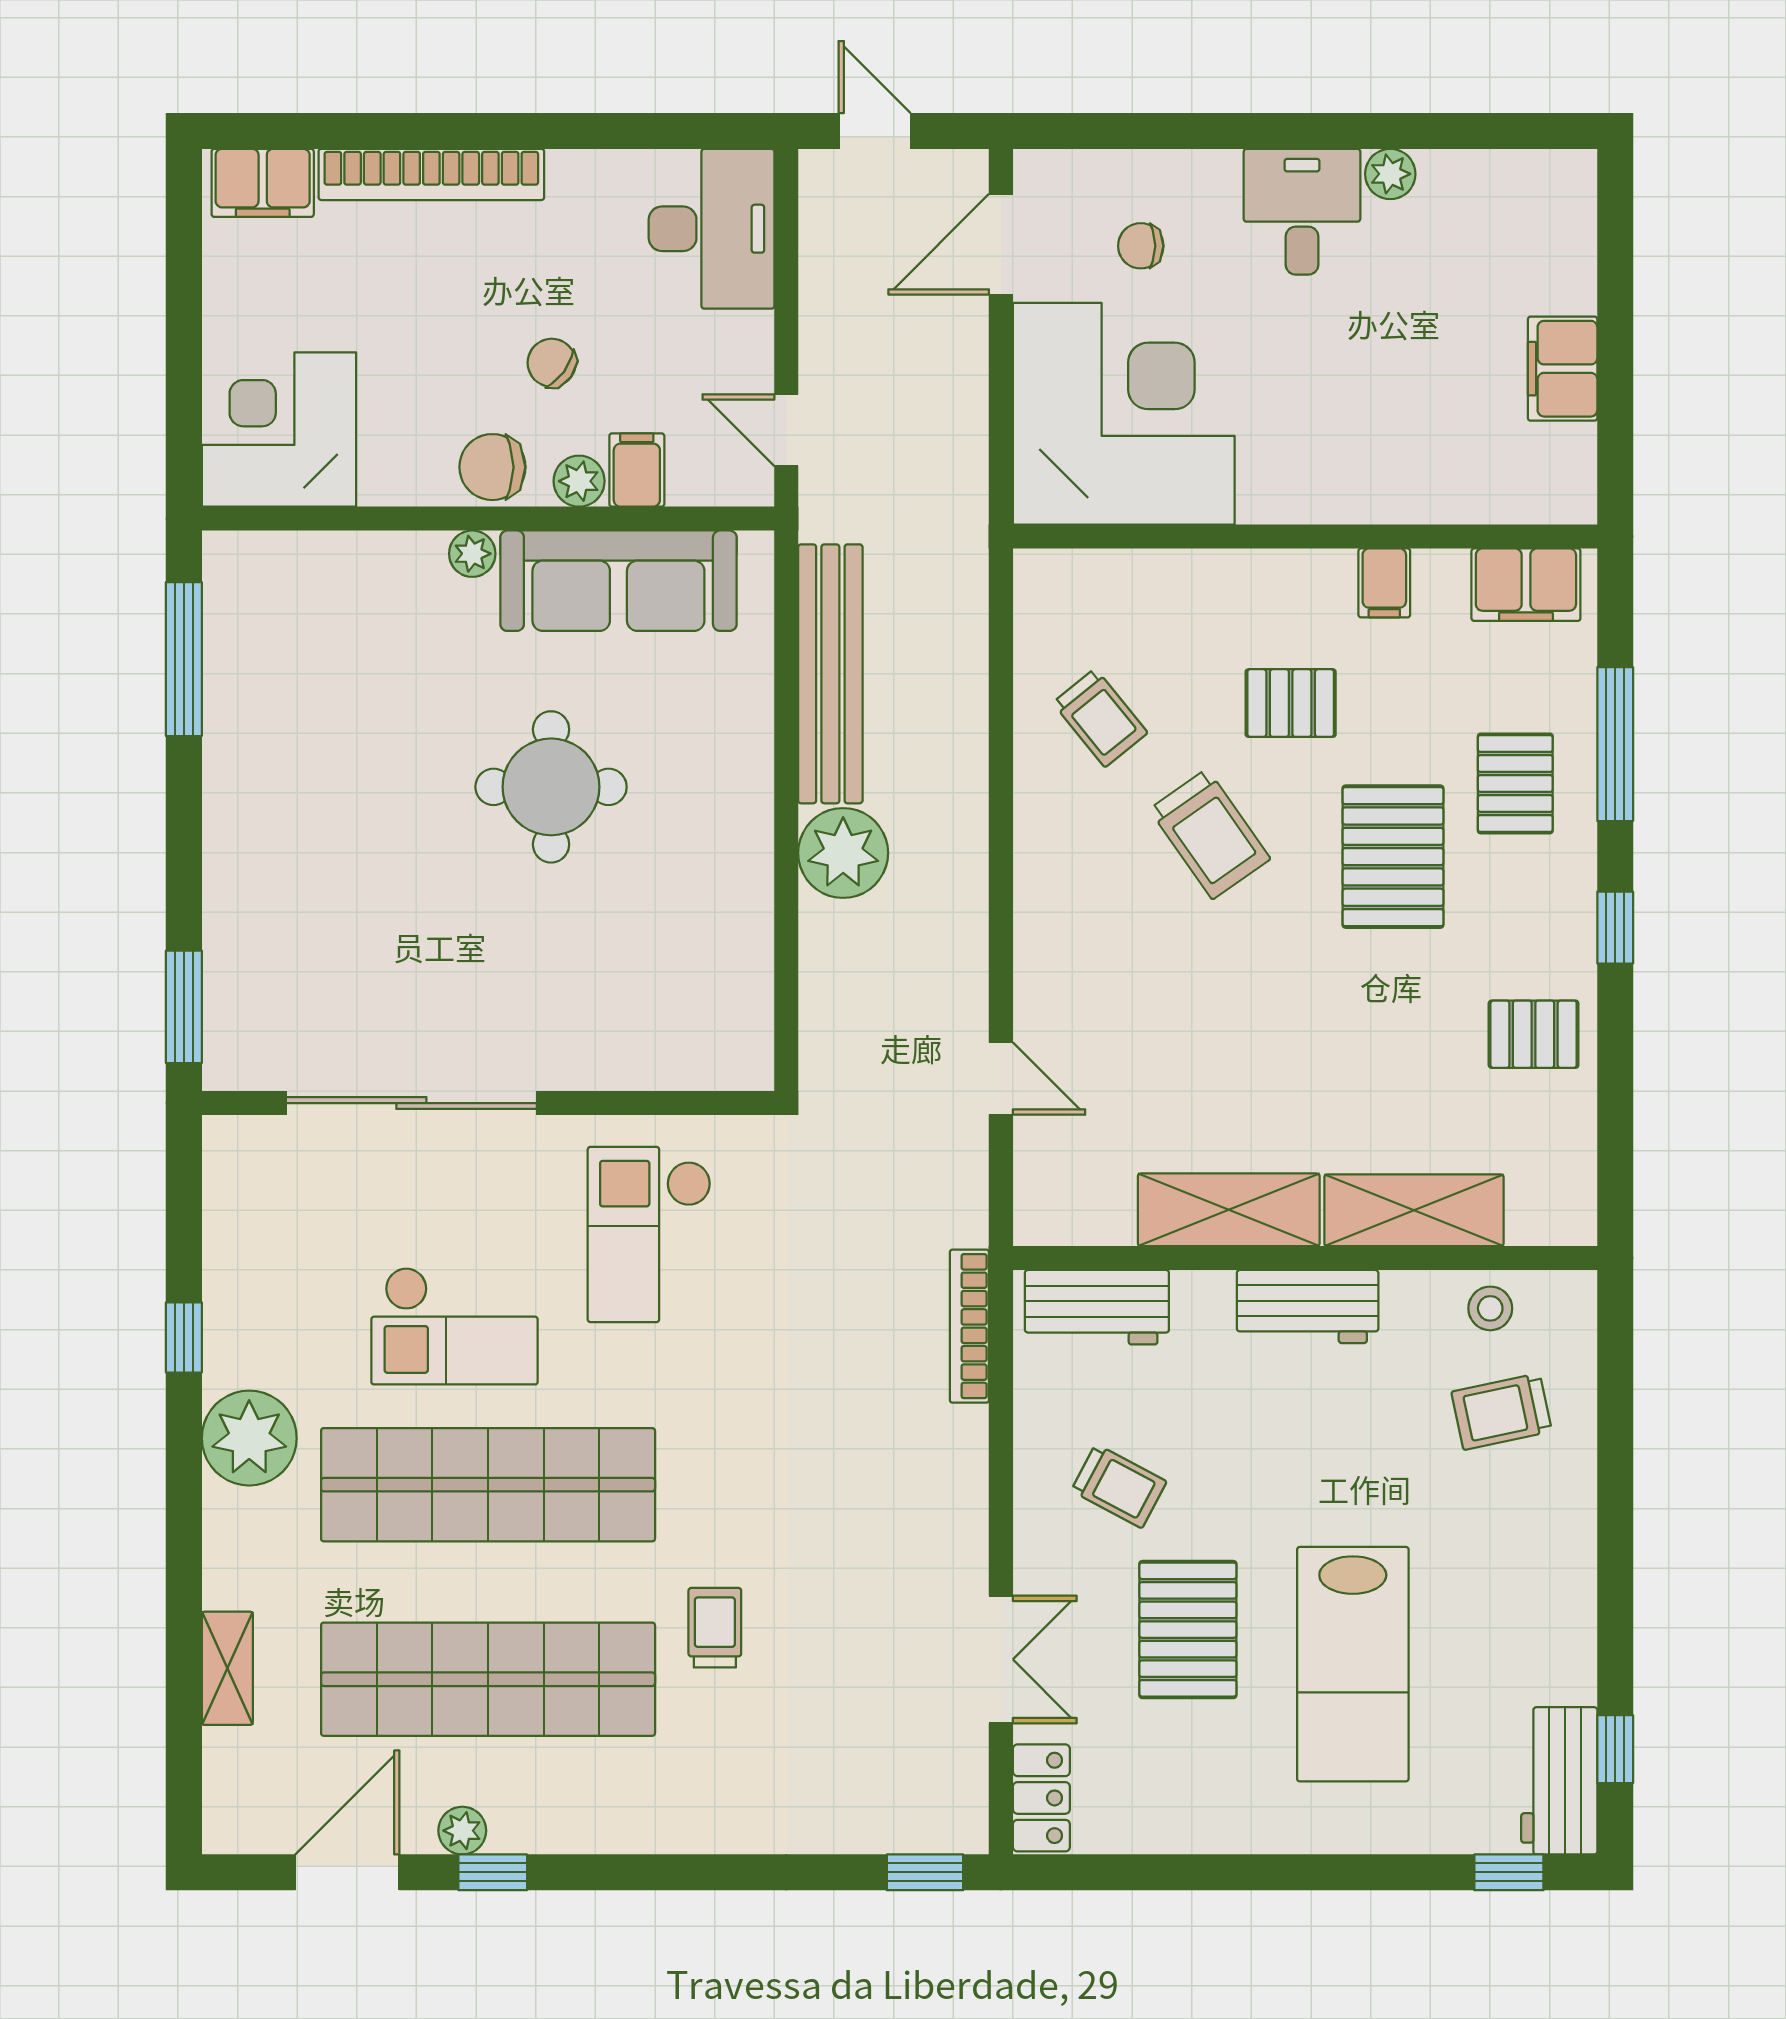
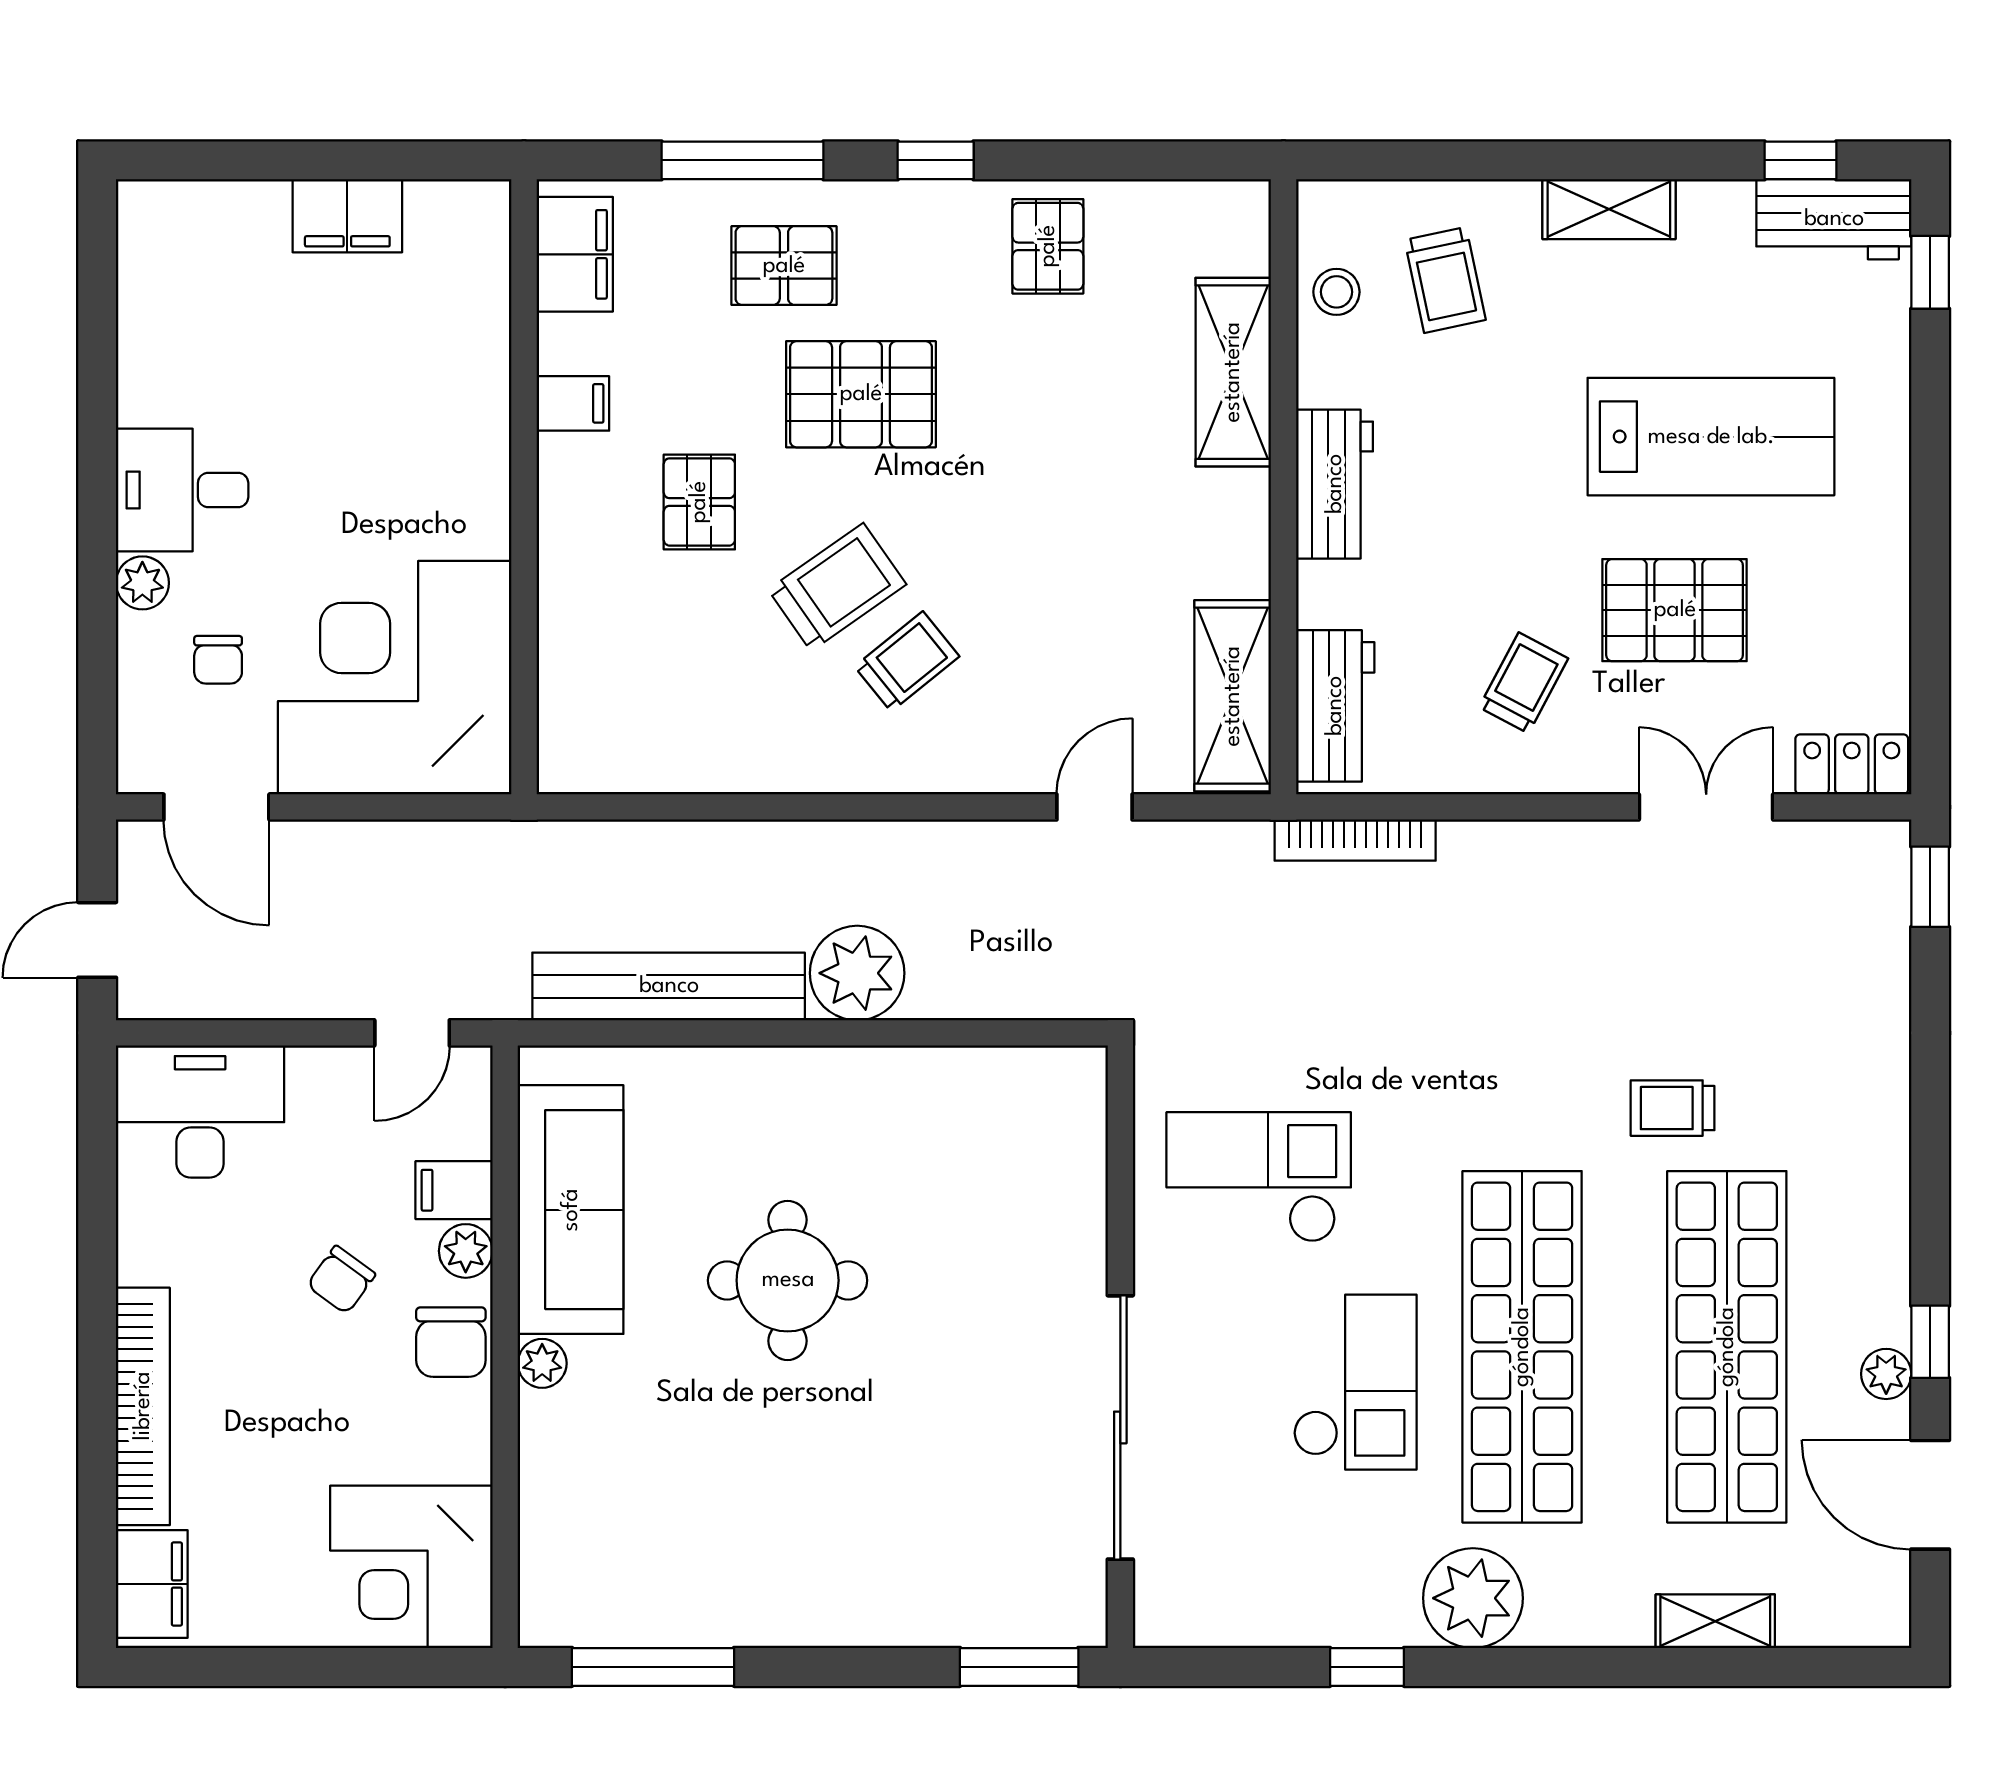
plant: (1390, 174) -> (142, 583), moved
trolley: (1100, 718) -> (907, 661), moved
shelving: (1229, 1210) -> (1233, 696), moved
checkout: (649, 1234) -> (1259, 1177), turned 180
shelving: (1569, 1567) -> (1609, 209), added

